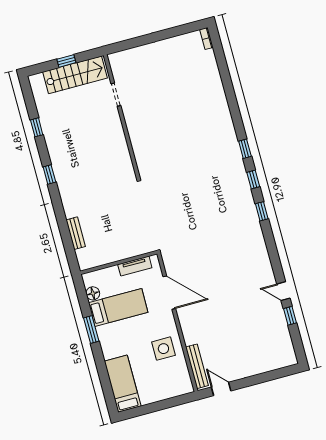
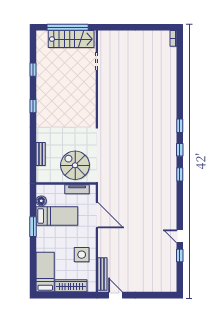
window: (66, 61) -> (68, 27), width x3.17
spiral stairs: (124, 236) -> (75, 165), added
wardrobe: (161, 392) -> (71, 286), added

